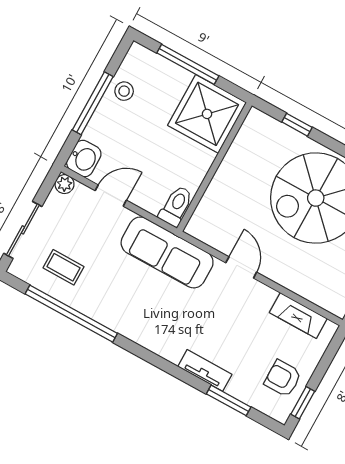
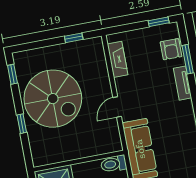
window: (297, 125) -> (22, 124), moved
armchair: (283, 378) -> (171, 49), moved

